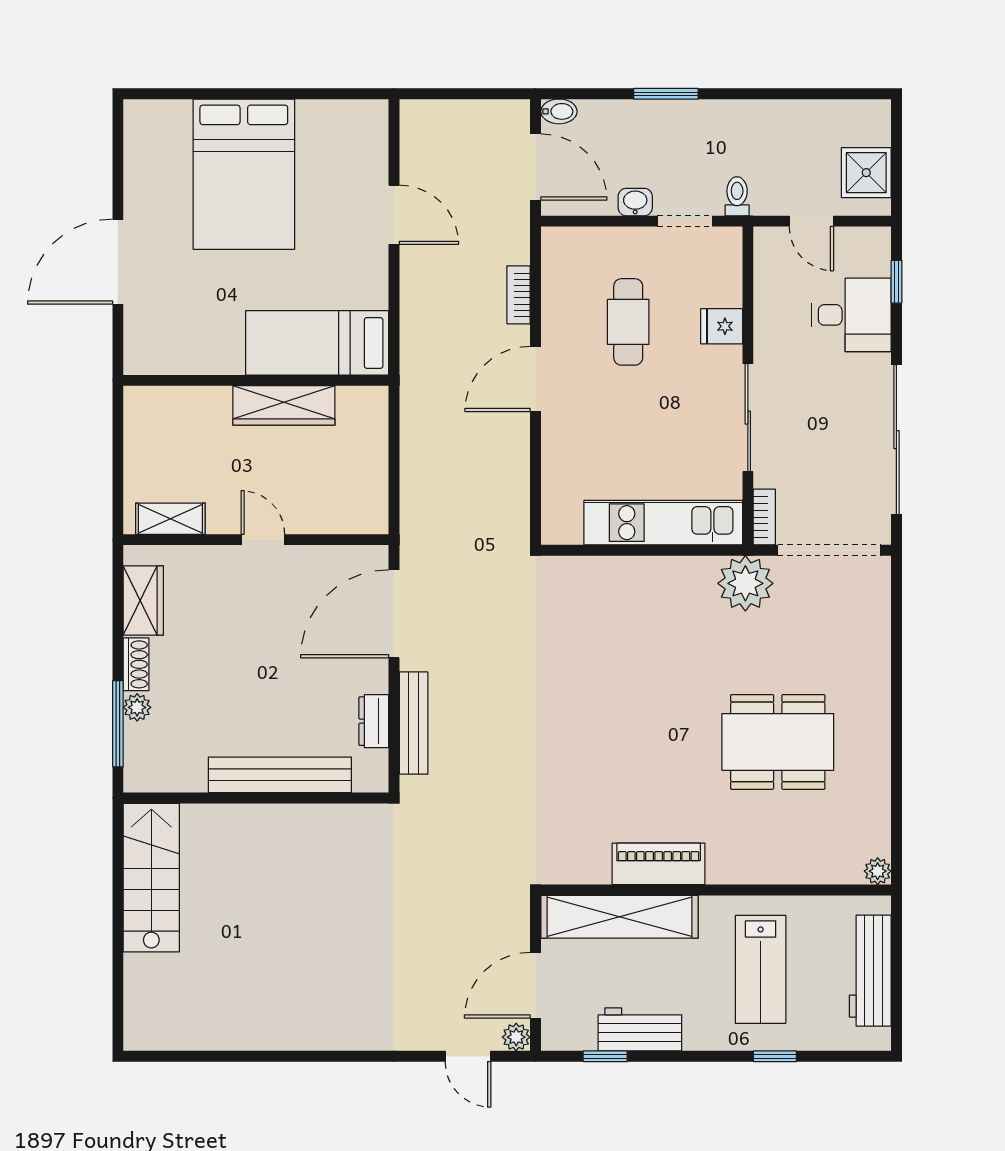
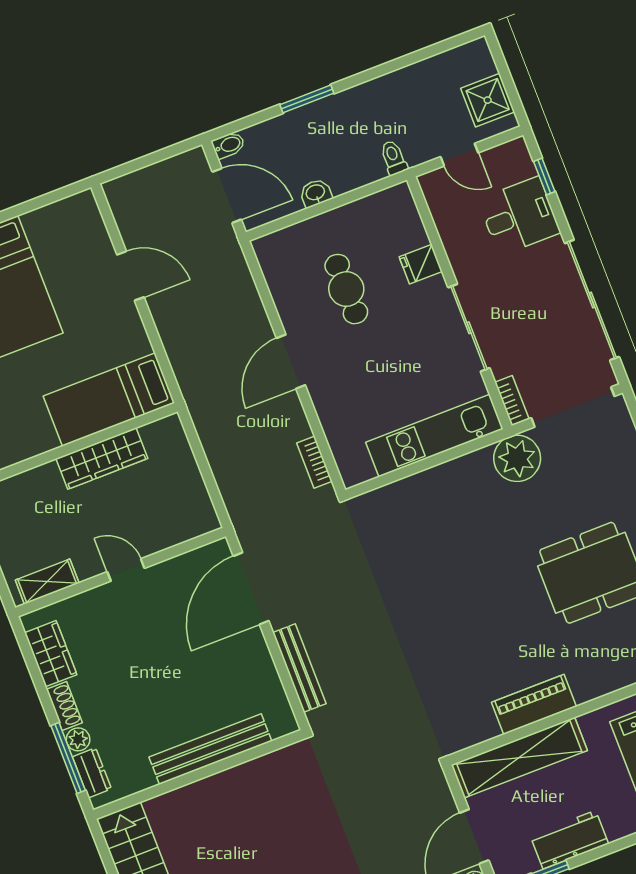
doorway: (685, 221) -> (360, 193), removed
bookcase: (519, 295) -> (314, 462), moved
dresser: (374, 721) -> (92, 773), moved, turned 180

